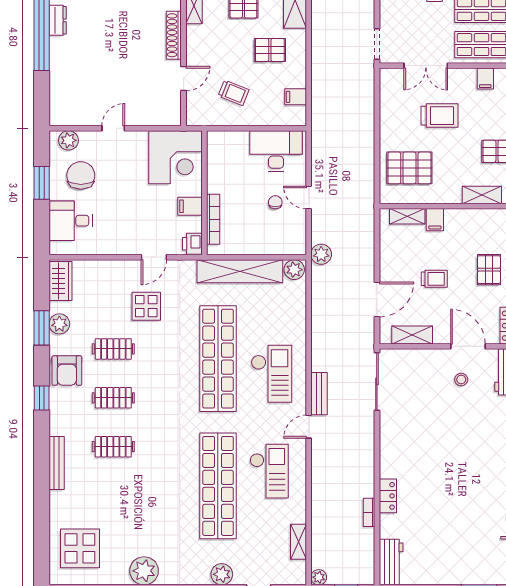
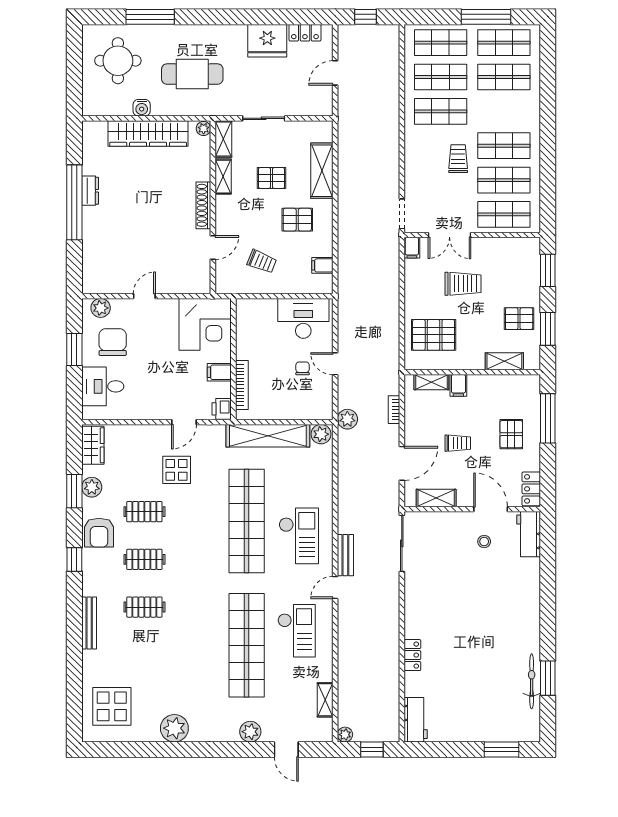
filing cabinet: (485, 79) -> (412, 248), moved
bookcase: (369, 512) -> (394, 410), moved

